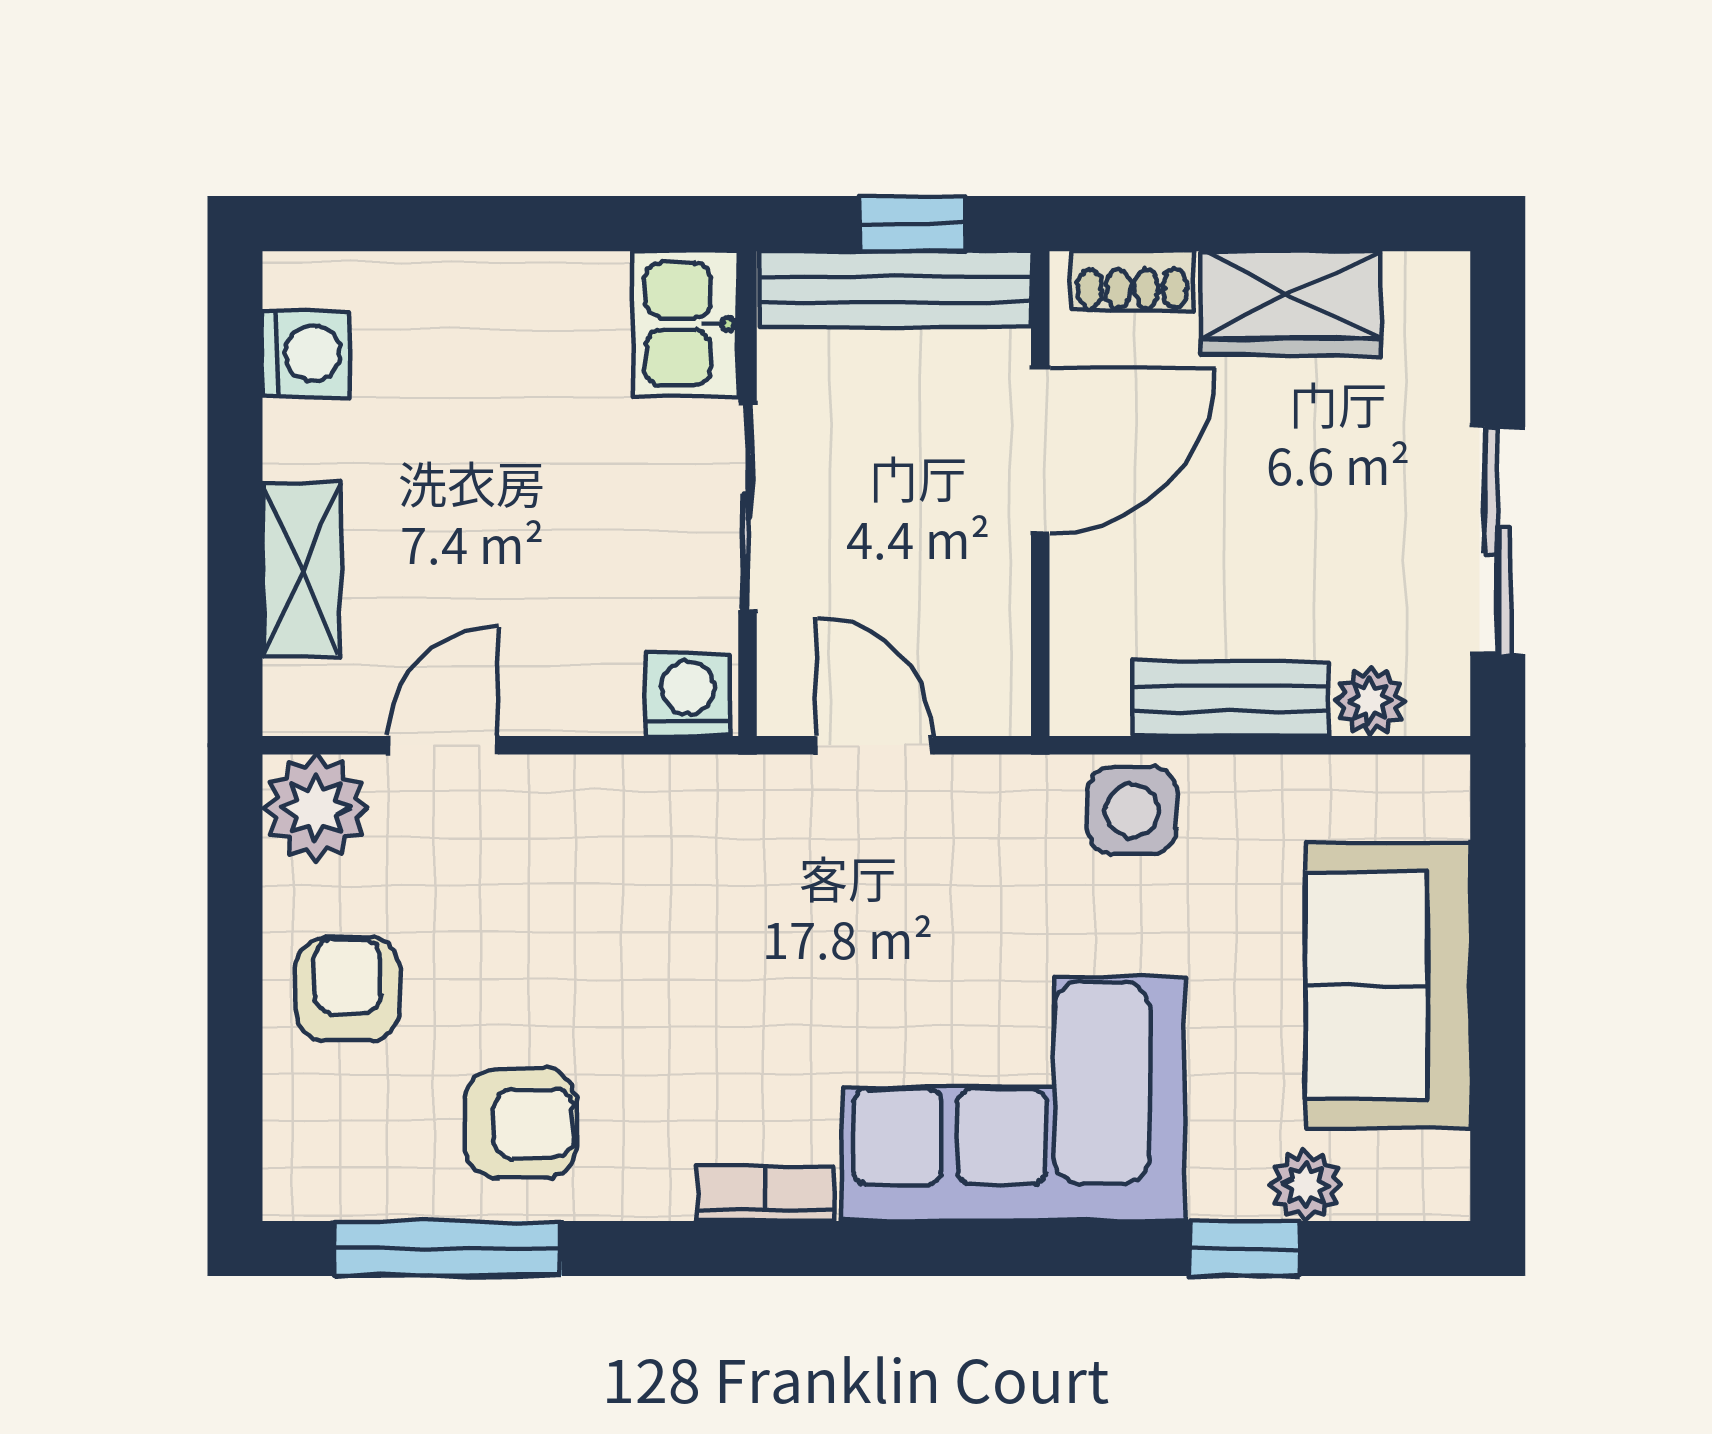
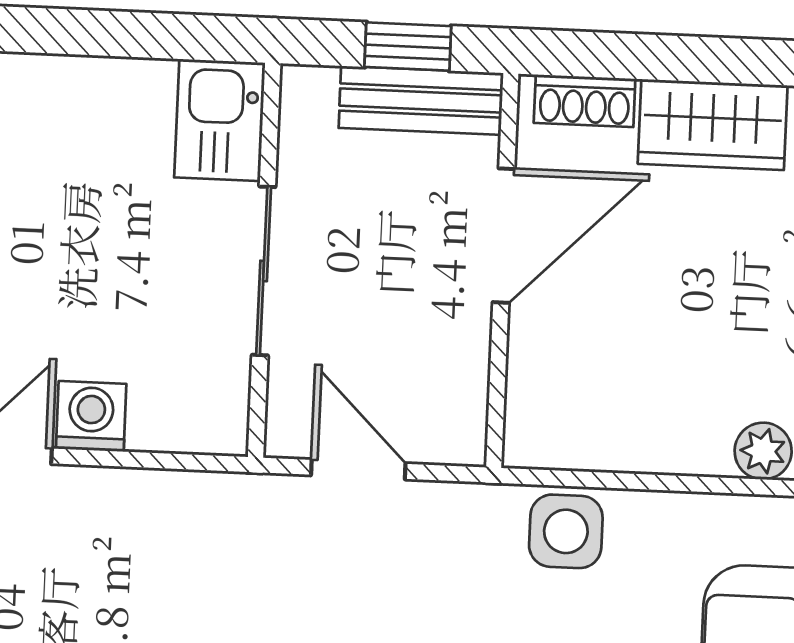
bench: (895, 289) -> (421, 100), width x0.73
washing machine: (688, 694) -> (91, 416), moved
bench: (1230, 699) -> (649, 444), removed

